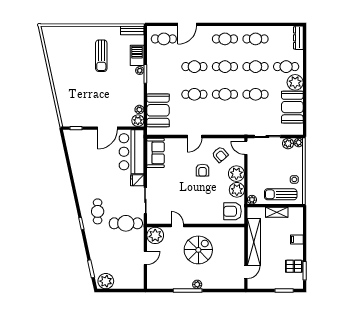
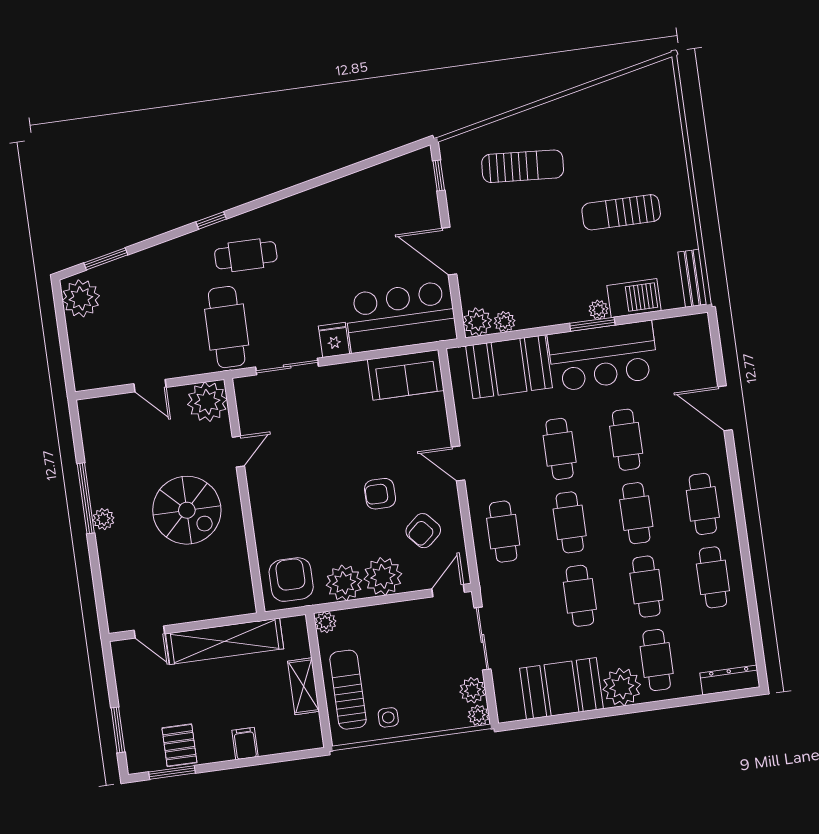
cafe table: (164, 39) -> (503, 532), moved
bar counter: (159, 71) -> (603, 356), added
sun lounger: (77, 93) -> (523, 166), added

